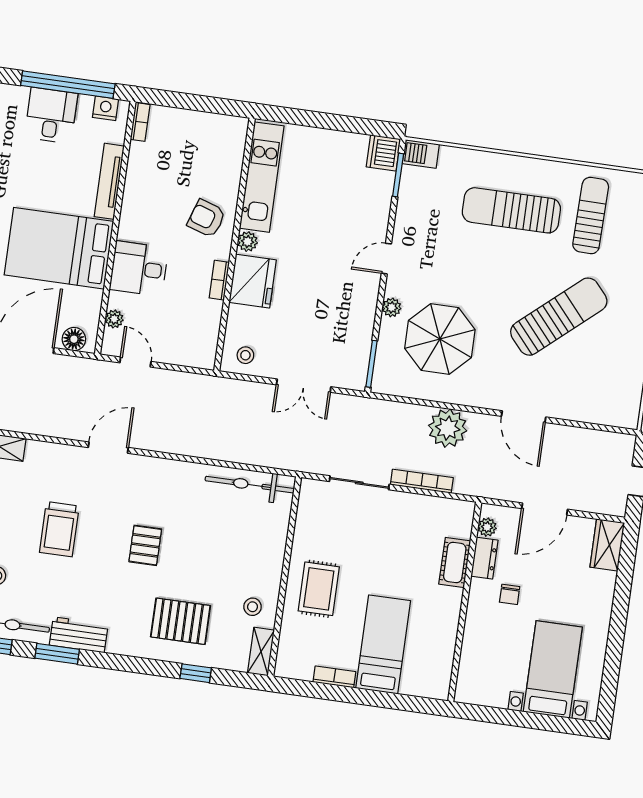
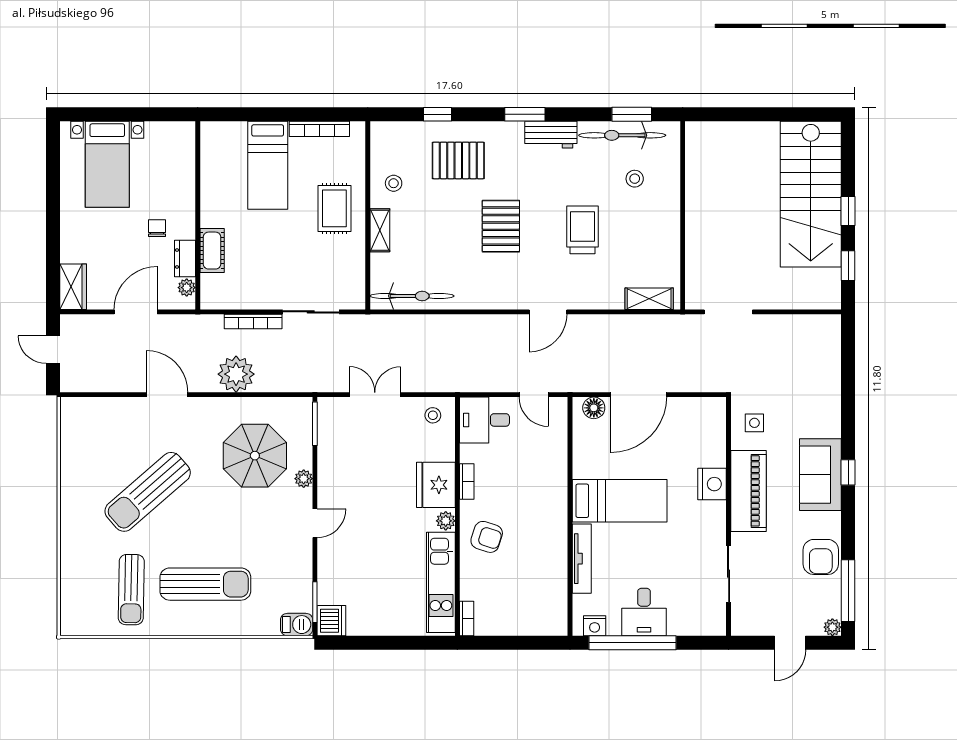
bookcase: (140, 122) -> (467, 619), moved, turned 180
bed: (59, 248) -> (620, 501), width x0.67
desk: (139, 269) -> (485, 420), moved, turned 180
plant: (114, 319) -> (559, 432), removed
pallet: (145, 545) -> (501, 226), width x1.50, depth x1.42
shelving: (261, 652) -> (380, 230), moved
window: (57, 654) -> (525, 114), moved
bookcase: (334, 677) -> (319, 129), width x1.56

